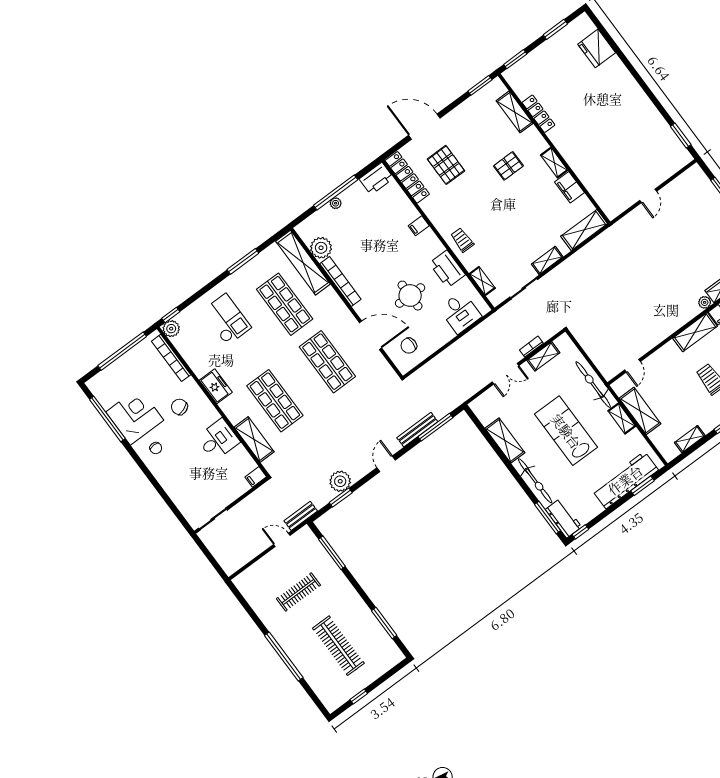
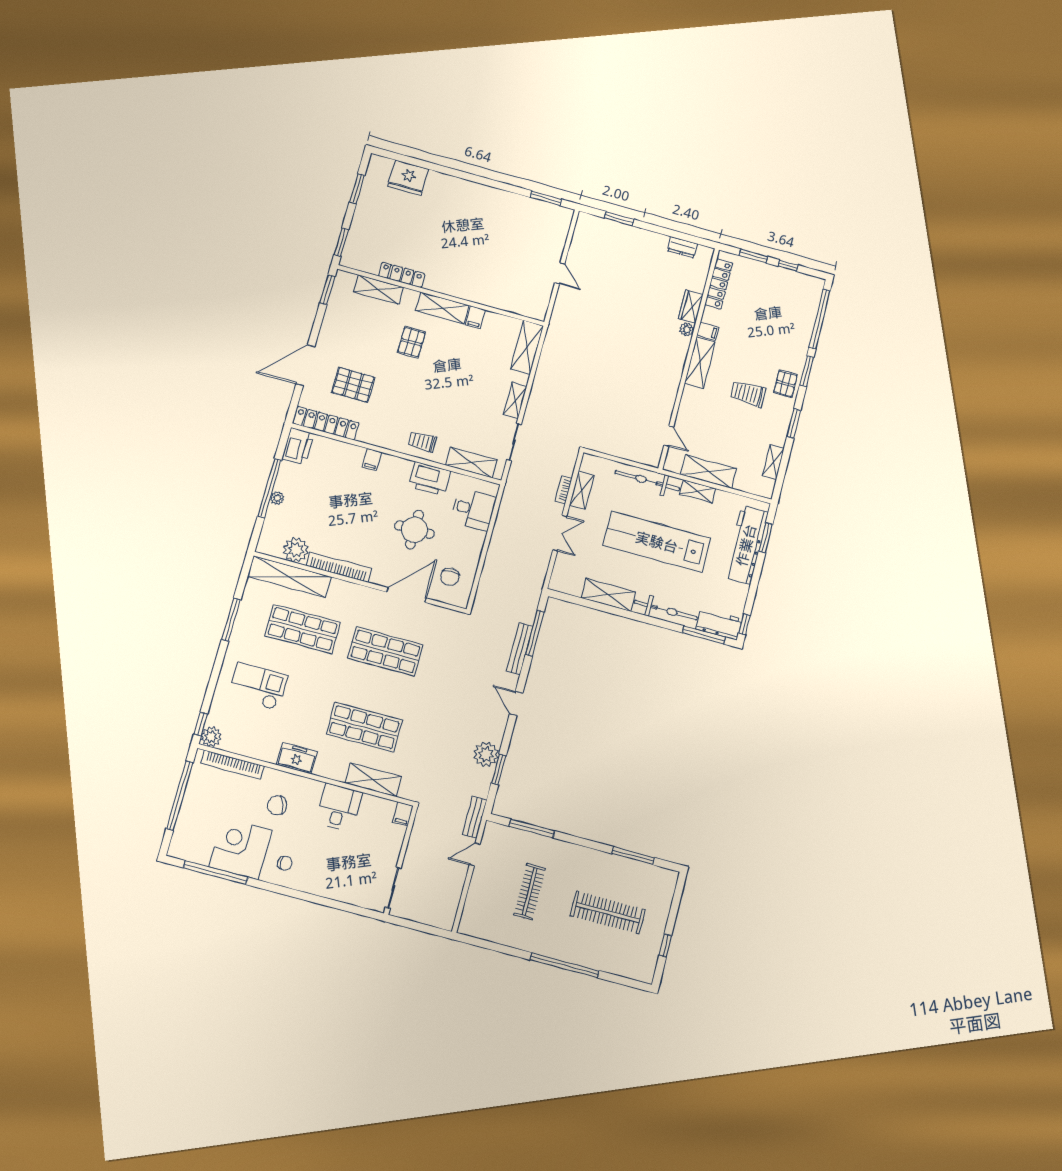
shelving: (554, 163) -> (442, 308), width x1.50, depth x1.33
filing cabinet: (569, 187) -> (475, 317), width x0.50
shelving: (482, 281) -> (471, 463), width x1.50, depth x1.33
lab bench: (566, 431) -> (657, 542), width x1.36

